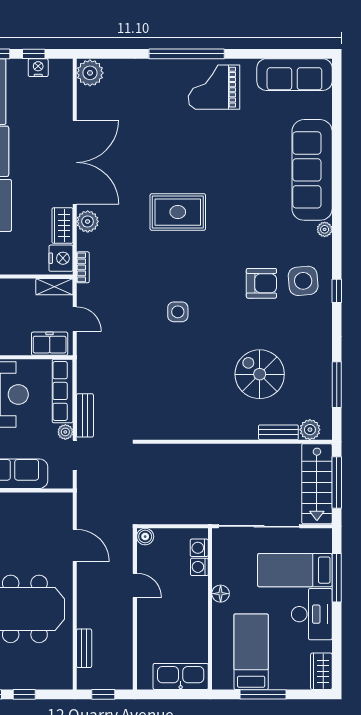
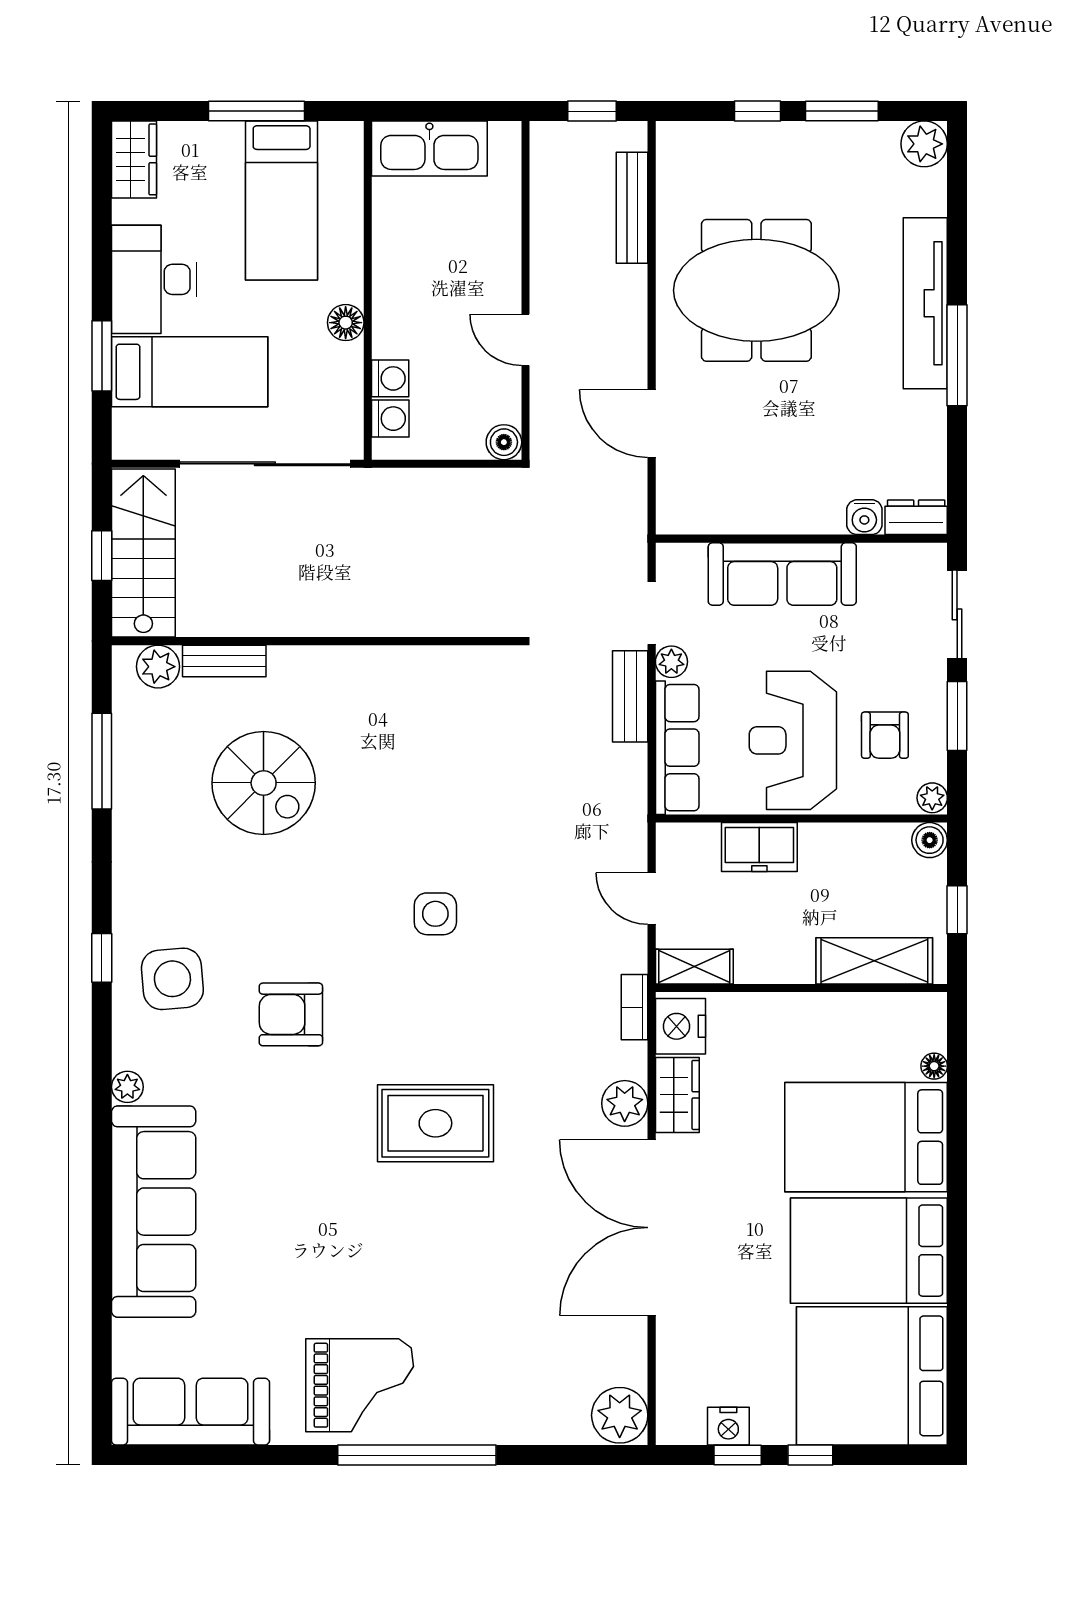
armchair: (261, 283) -> (291, 1014), moved
freezer: (50, 344) -> (759, 847), moved
window: (337, 483) -> (102, 556), width x0.46
window: (337, 578) -> (102, 356), width x0.69
bench: (84, 648) -> (632, 208), width x1.36

